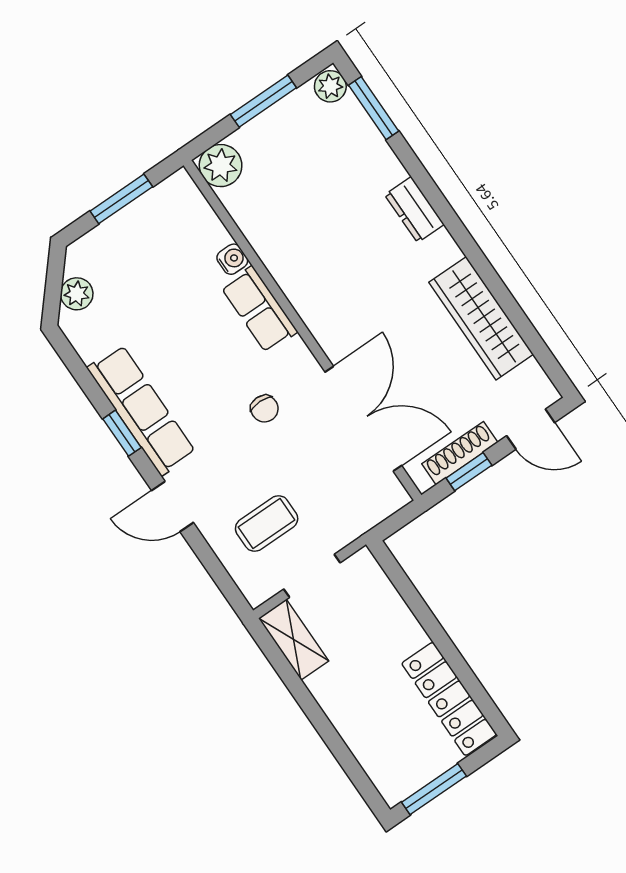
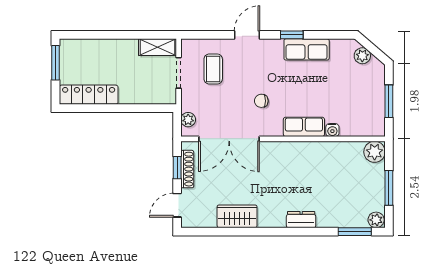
wardrobe: (481, 318) -> (237, 216), width x0.67
row of seats: (141, 410) -> (307, 49), width x0.68
plant: (378, 508) -> (188, 120), added

